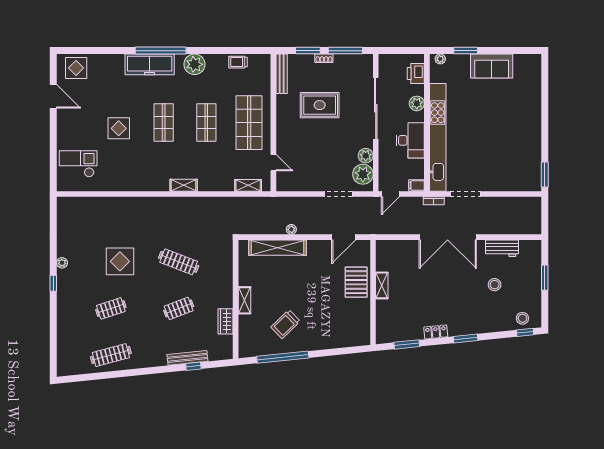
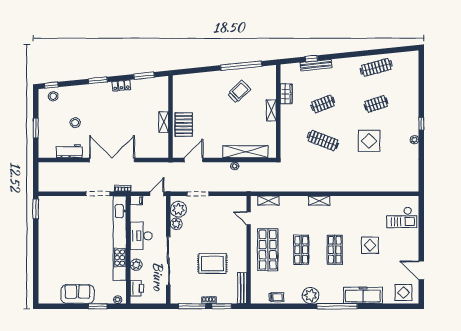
freezer: (150, 64) -> (363, 295), moved

